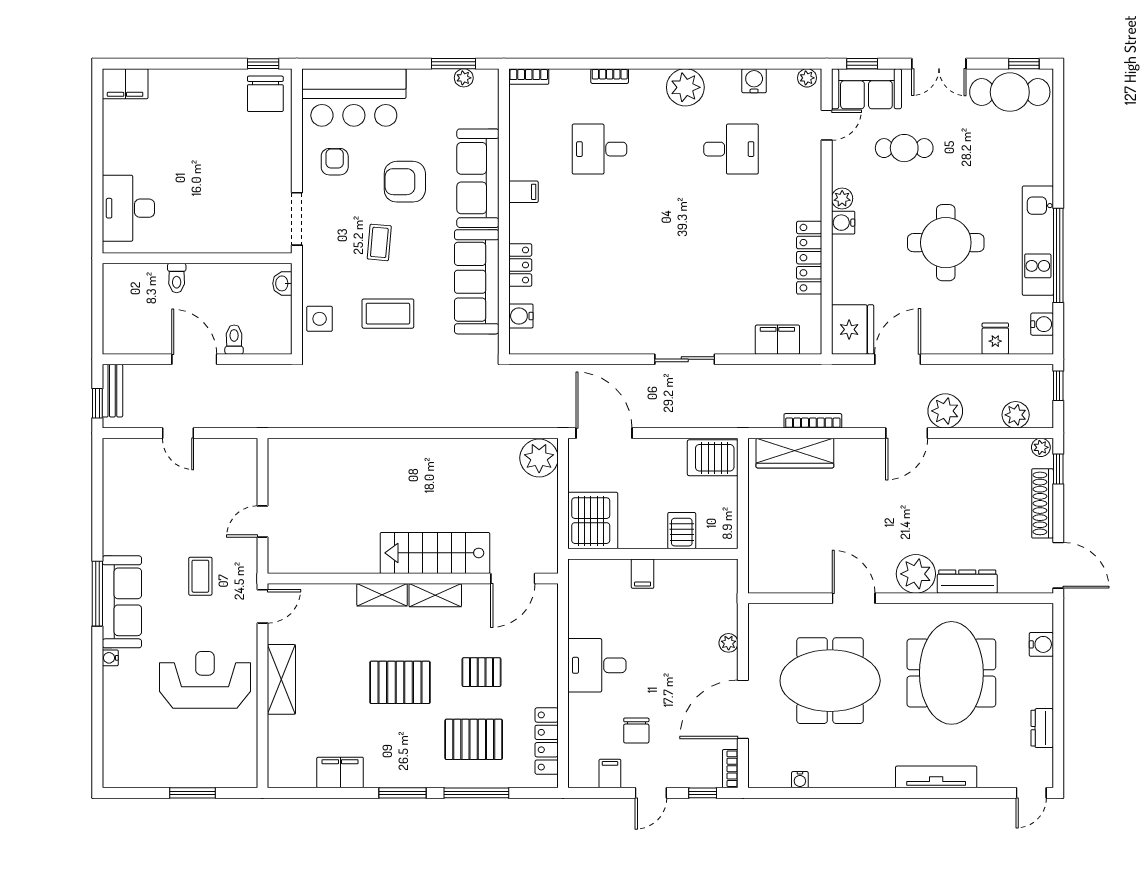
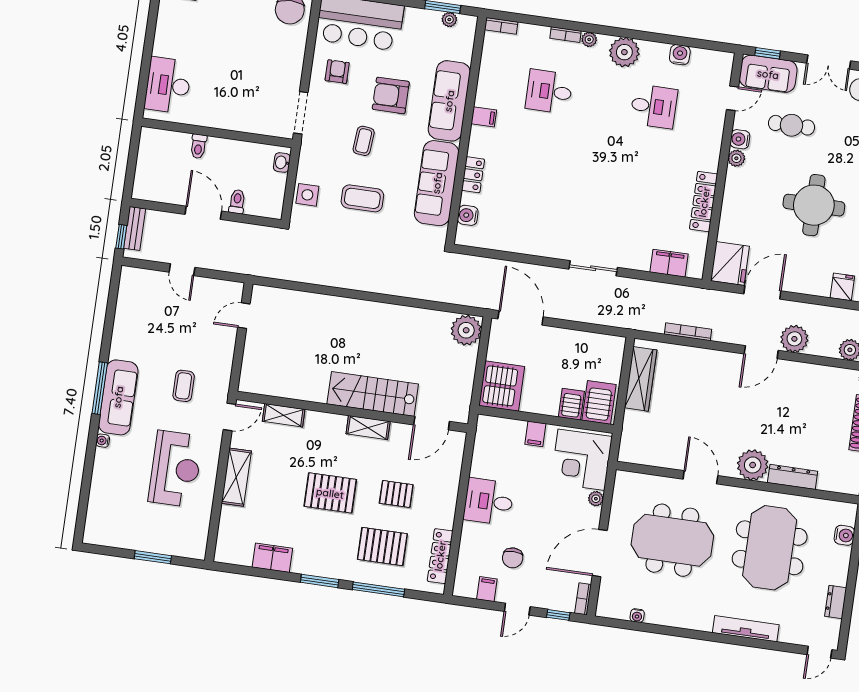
plant: (807, 78) -> (589, 39), moved
water cooler: (843, 223) -> (740, 139), moved
wardrobe: (795, 453) -> (641, 379), moved, turned -90
server rack: (713, 458) -> (599, 402), moved, turned 90
door: (262, 522) -> (244, 316), moved
shelving: (382, 595) -> (284, 415), moved
corner desk: (704, 597) -> (581, 460), added
reception desk: (205, 680) -> (176, 469), turned 90

